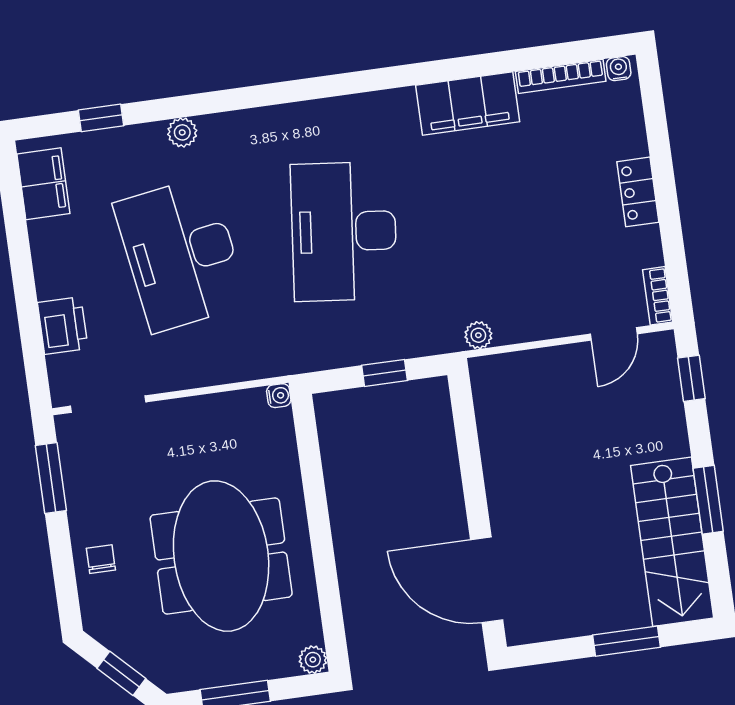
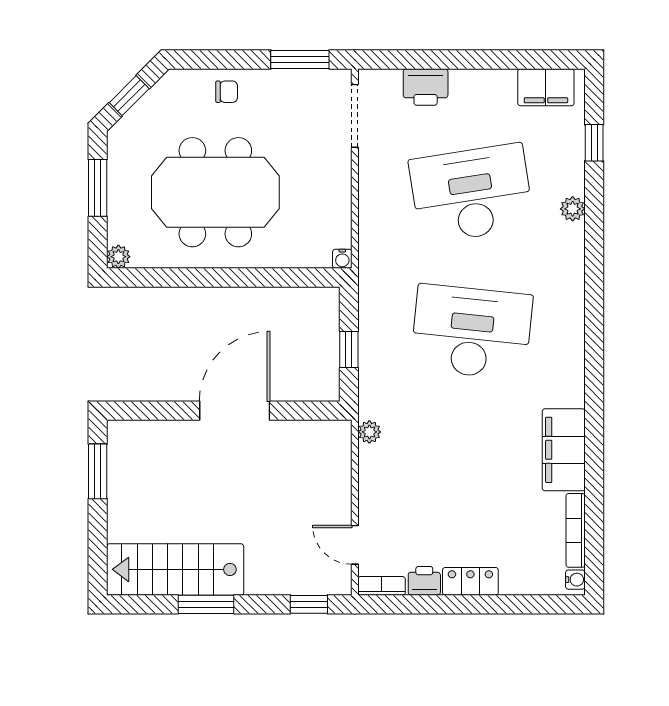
printer: (645, 246) -> (424, 581), added
door: (487, 580) -> (235, 411), moved
window: (626, 641) -> (98, 471), moved

